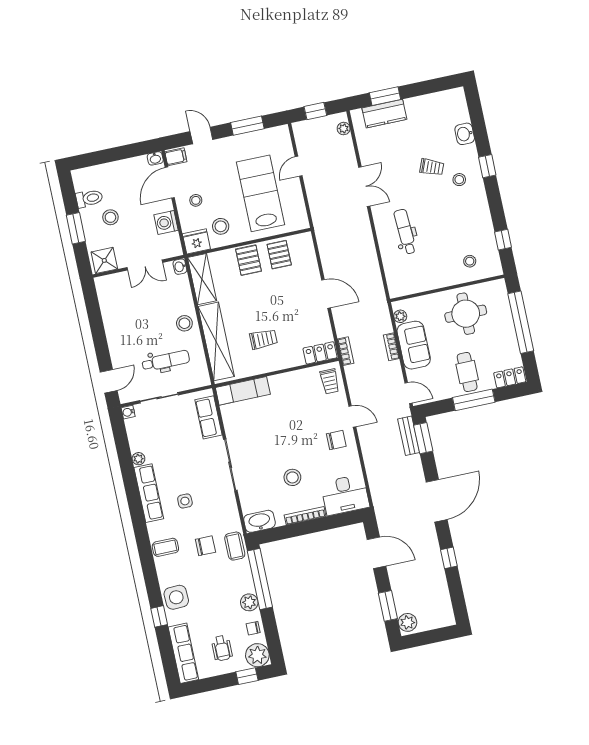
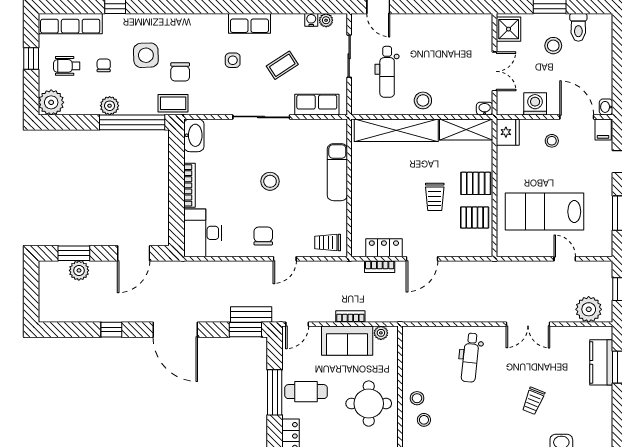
plant: (344, 129) -> (589, 309), width x1.88, depth x1.88
stool: (459, 180) -> (417, 398), moved
lab bench: (260, 193) -> (544, 212), turned 180
stool: (221, 226) -> (518, 161), removed
dental chair: (405, 232) -> (470, 358), turned 99
double door: (145, 265) -> (495, 71), swing flipped
trolley: (263, 339) -> (435, 197), moved
bookcase: (346, 351) -> (380, 267), moved
locker: (320, 353) -> (384, 248), moved, turned -90
exam couch: (243, 391) -> (337, 172), moved
water cooler: (128, 412) -> (311, 20), moved
chair: (336, 440) -> (263, 236), turned 180
plant: (138, 459) -> (326, 20), moved
stool: (292, 477) -> (270, 181), moved
row of seats: (149, 493) -> (249, 23), width x0.68
coffee table: (165, 547) -> (282, 65), moved, turned 57
side table: (176, 597) -> (146, 55), moved
plant: (407, 622) -> (79, 270), moved
chair: (253, 628) -> (104, 65), moved
window: (247, 676) -> (31, 58), moved

